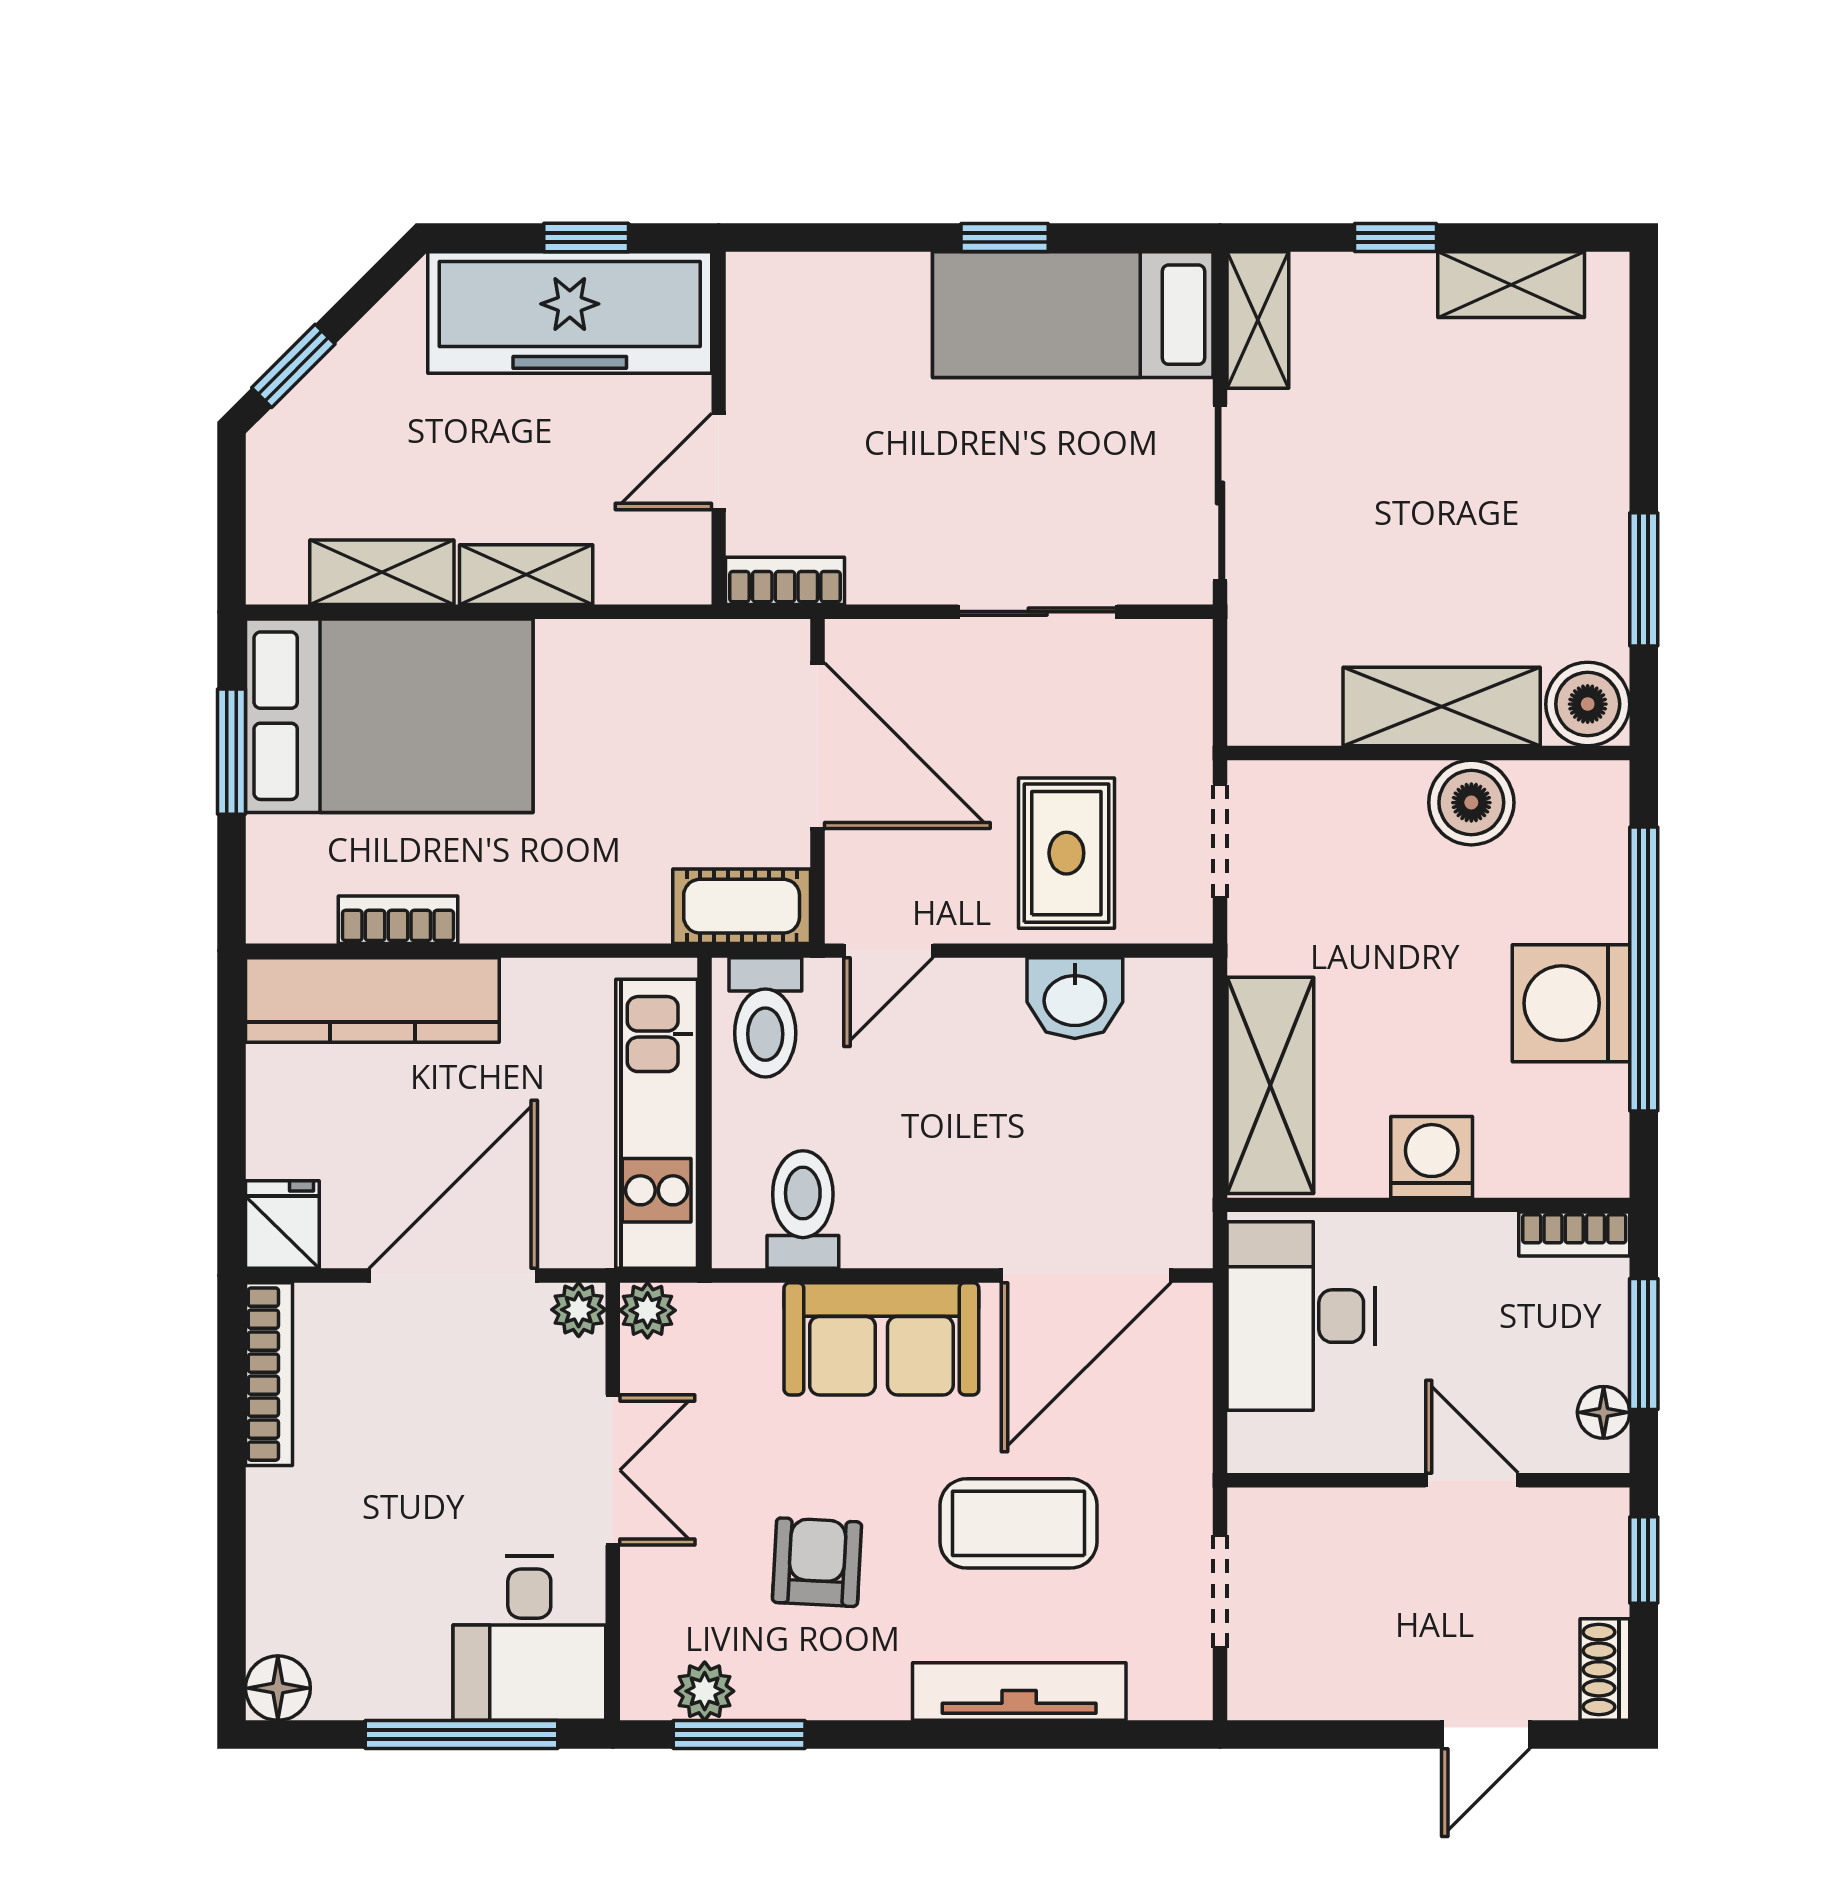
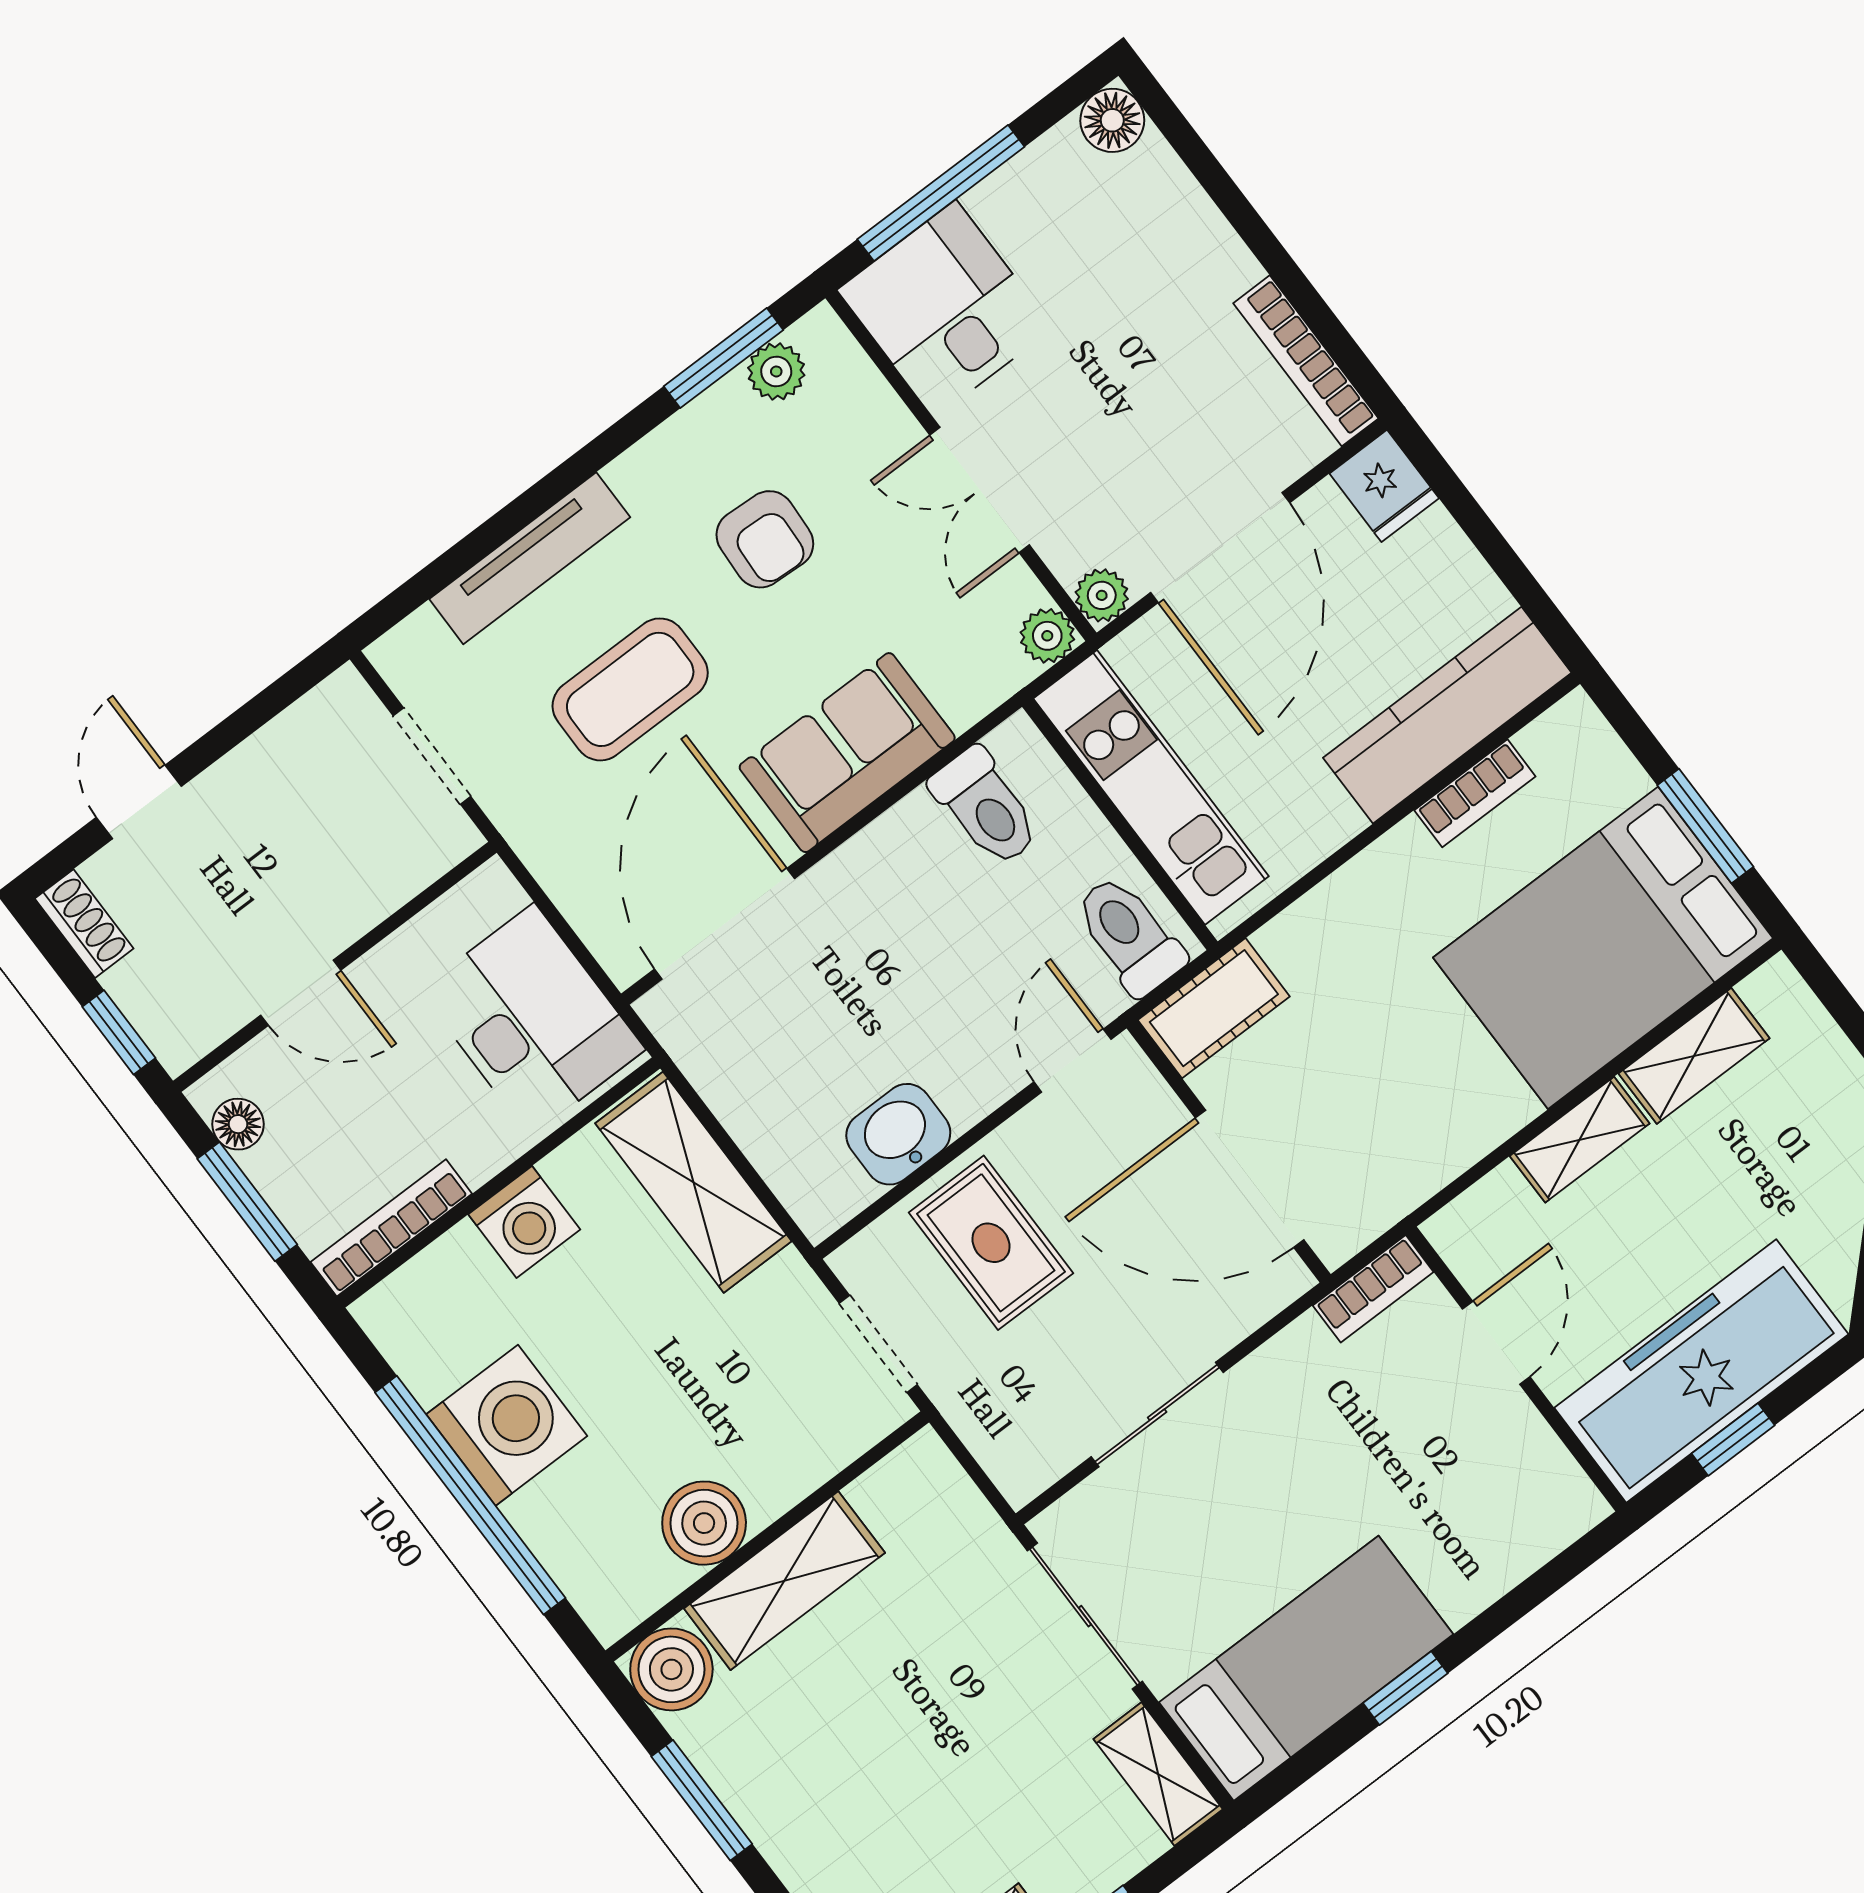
bookcase: (1574, 1234) -> (391, 1228), width x1.56

